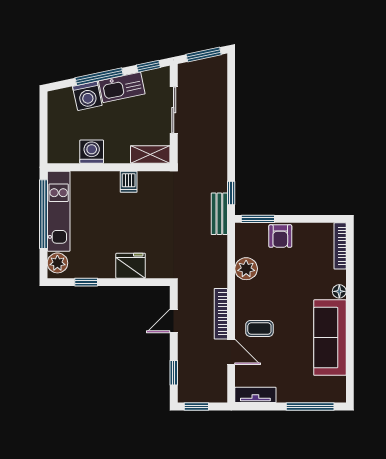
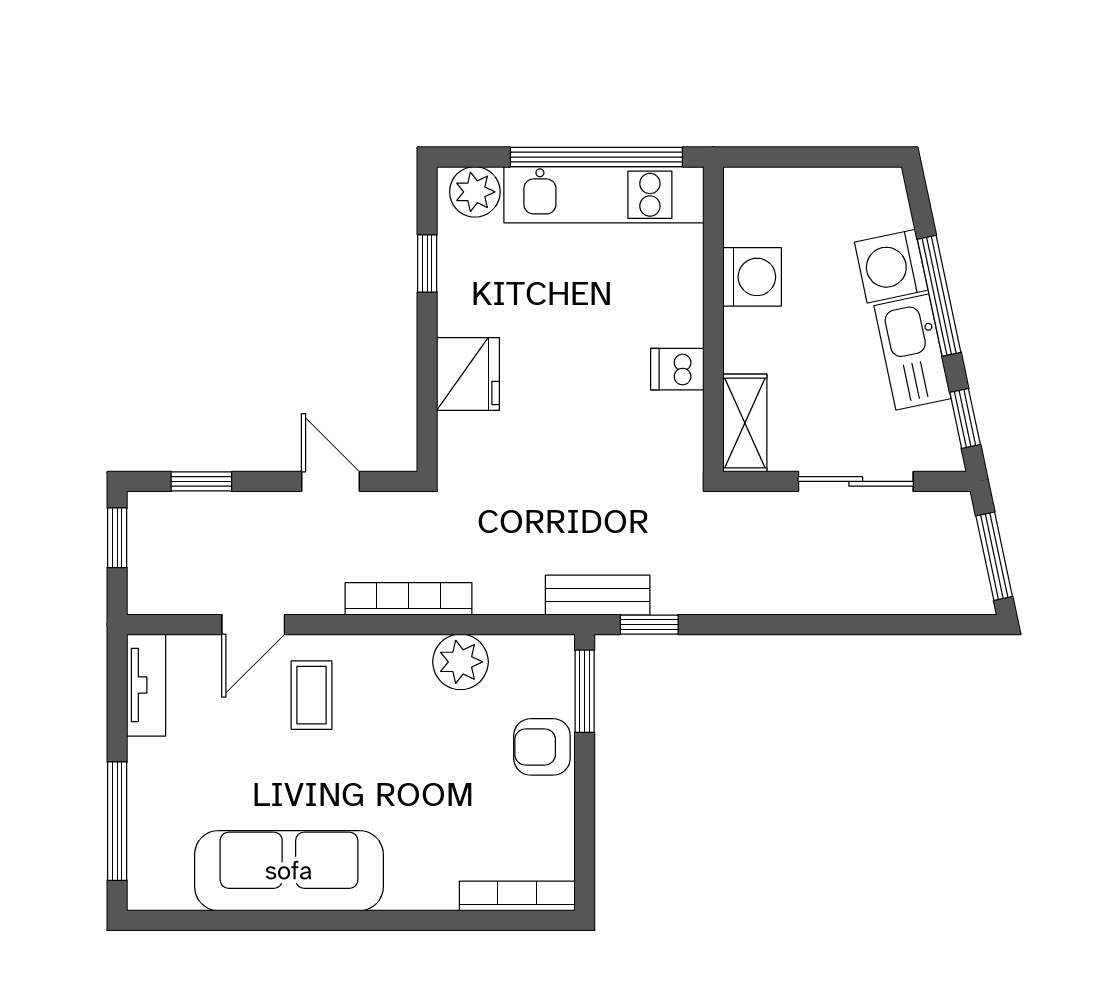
floor lamp: (339, 291) -> (404, 894), removed
bookcase: (221, 314) -> (408, 599), moved

